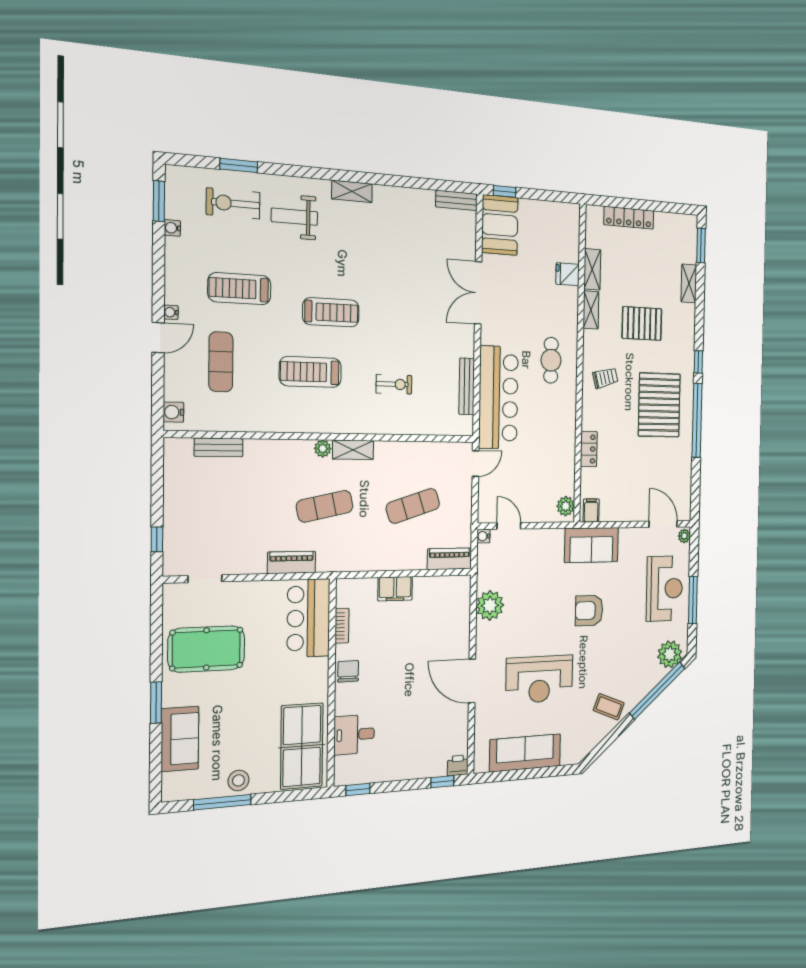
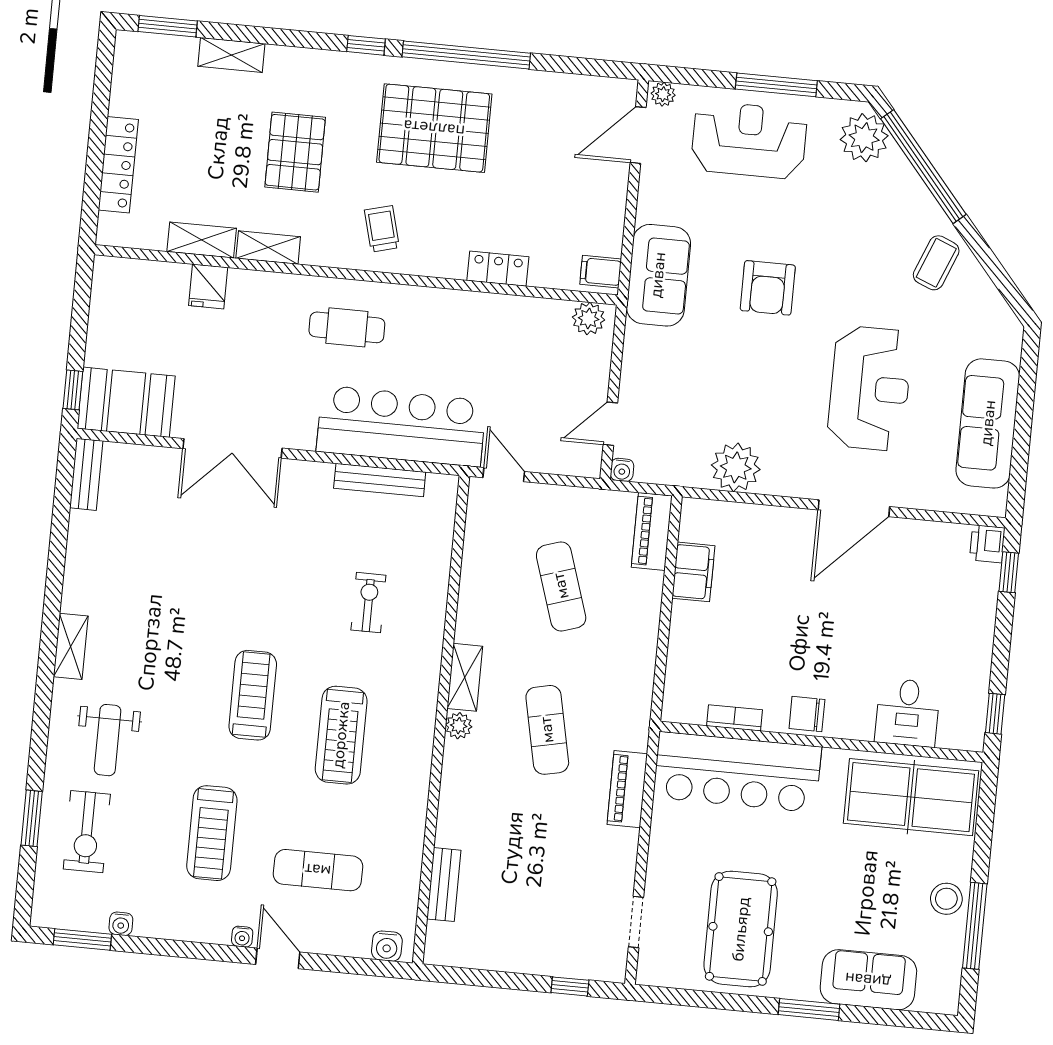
filing cabinet: (395, 589) -> (693, 572), moved
bar counter: (308, 618) -> (737, 772), width x1.36

